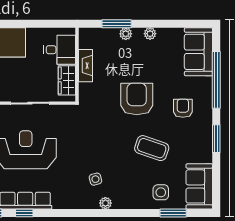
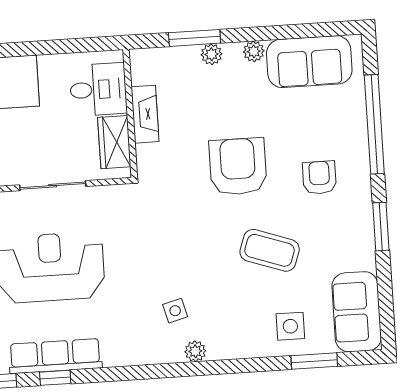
sofa: (198, 52) -> (309, 62), moved, turned -90

